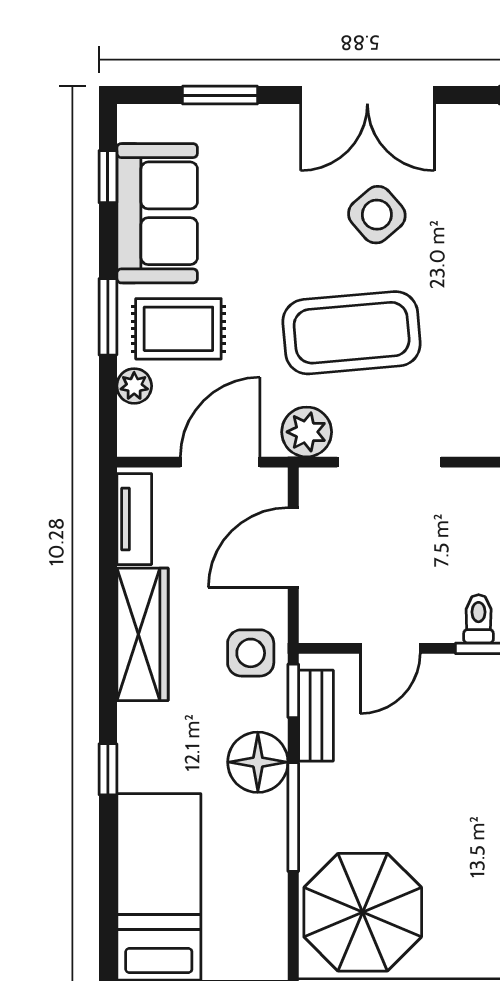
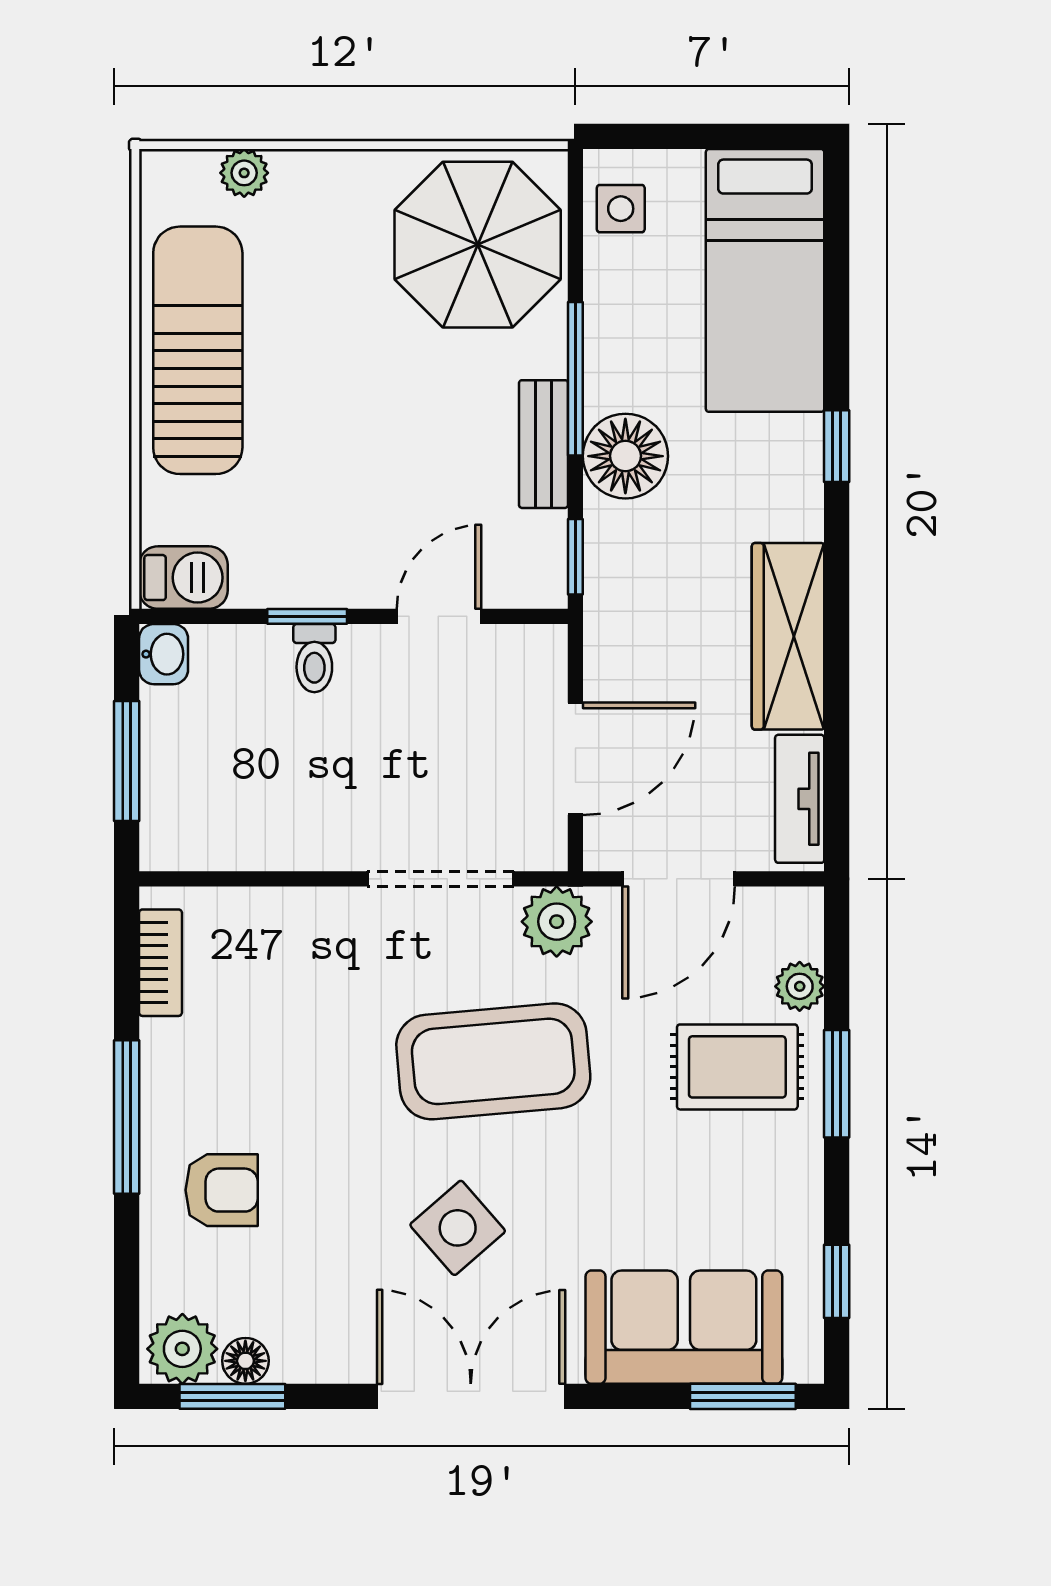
window: (220, 95) -> (743, 1396), moved
sofa: (157, 213) -> (684, 1327), moved, turned 90
side table: (251, 653) -> (621, 209), moved, width x0.73, depth x0.73
bench: (316, 716) -> (543, 444), moved

